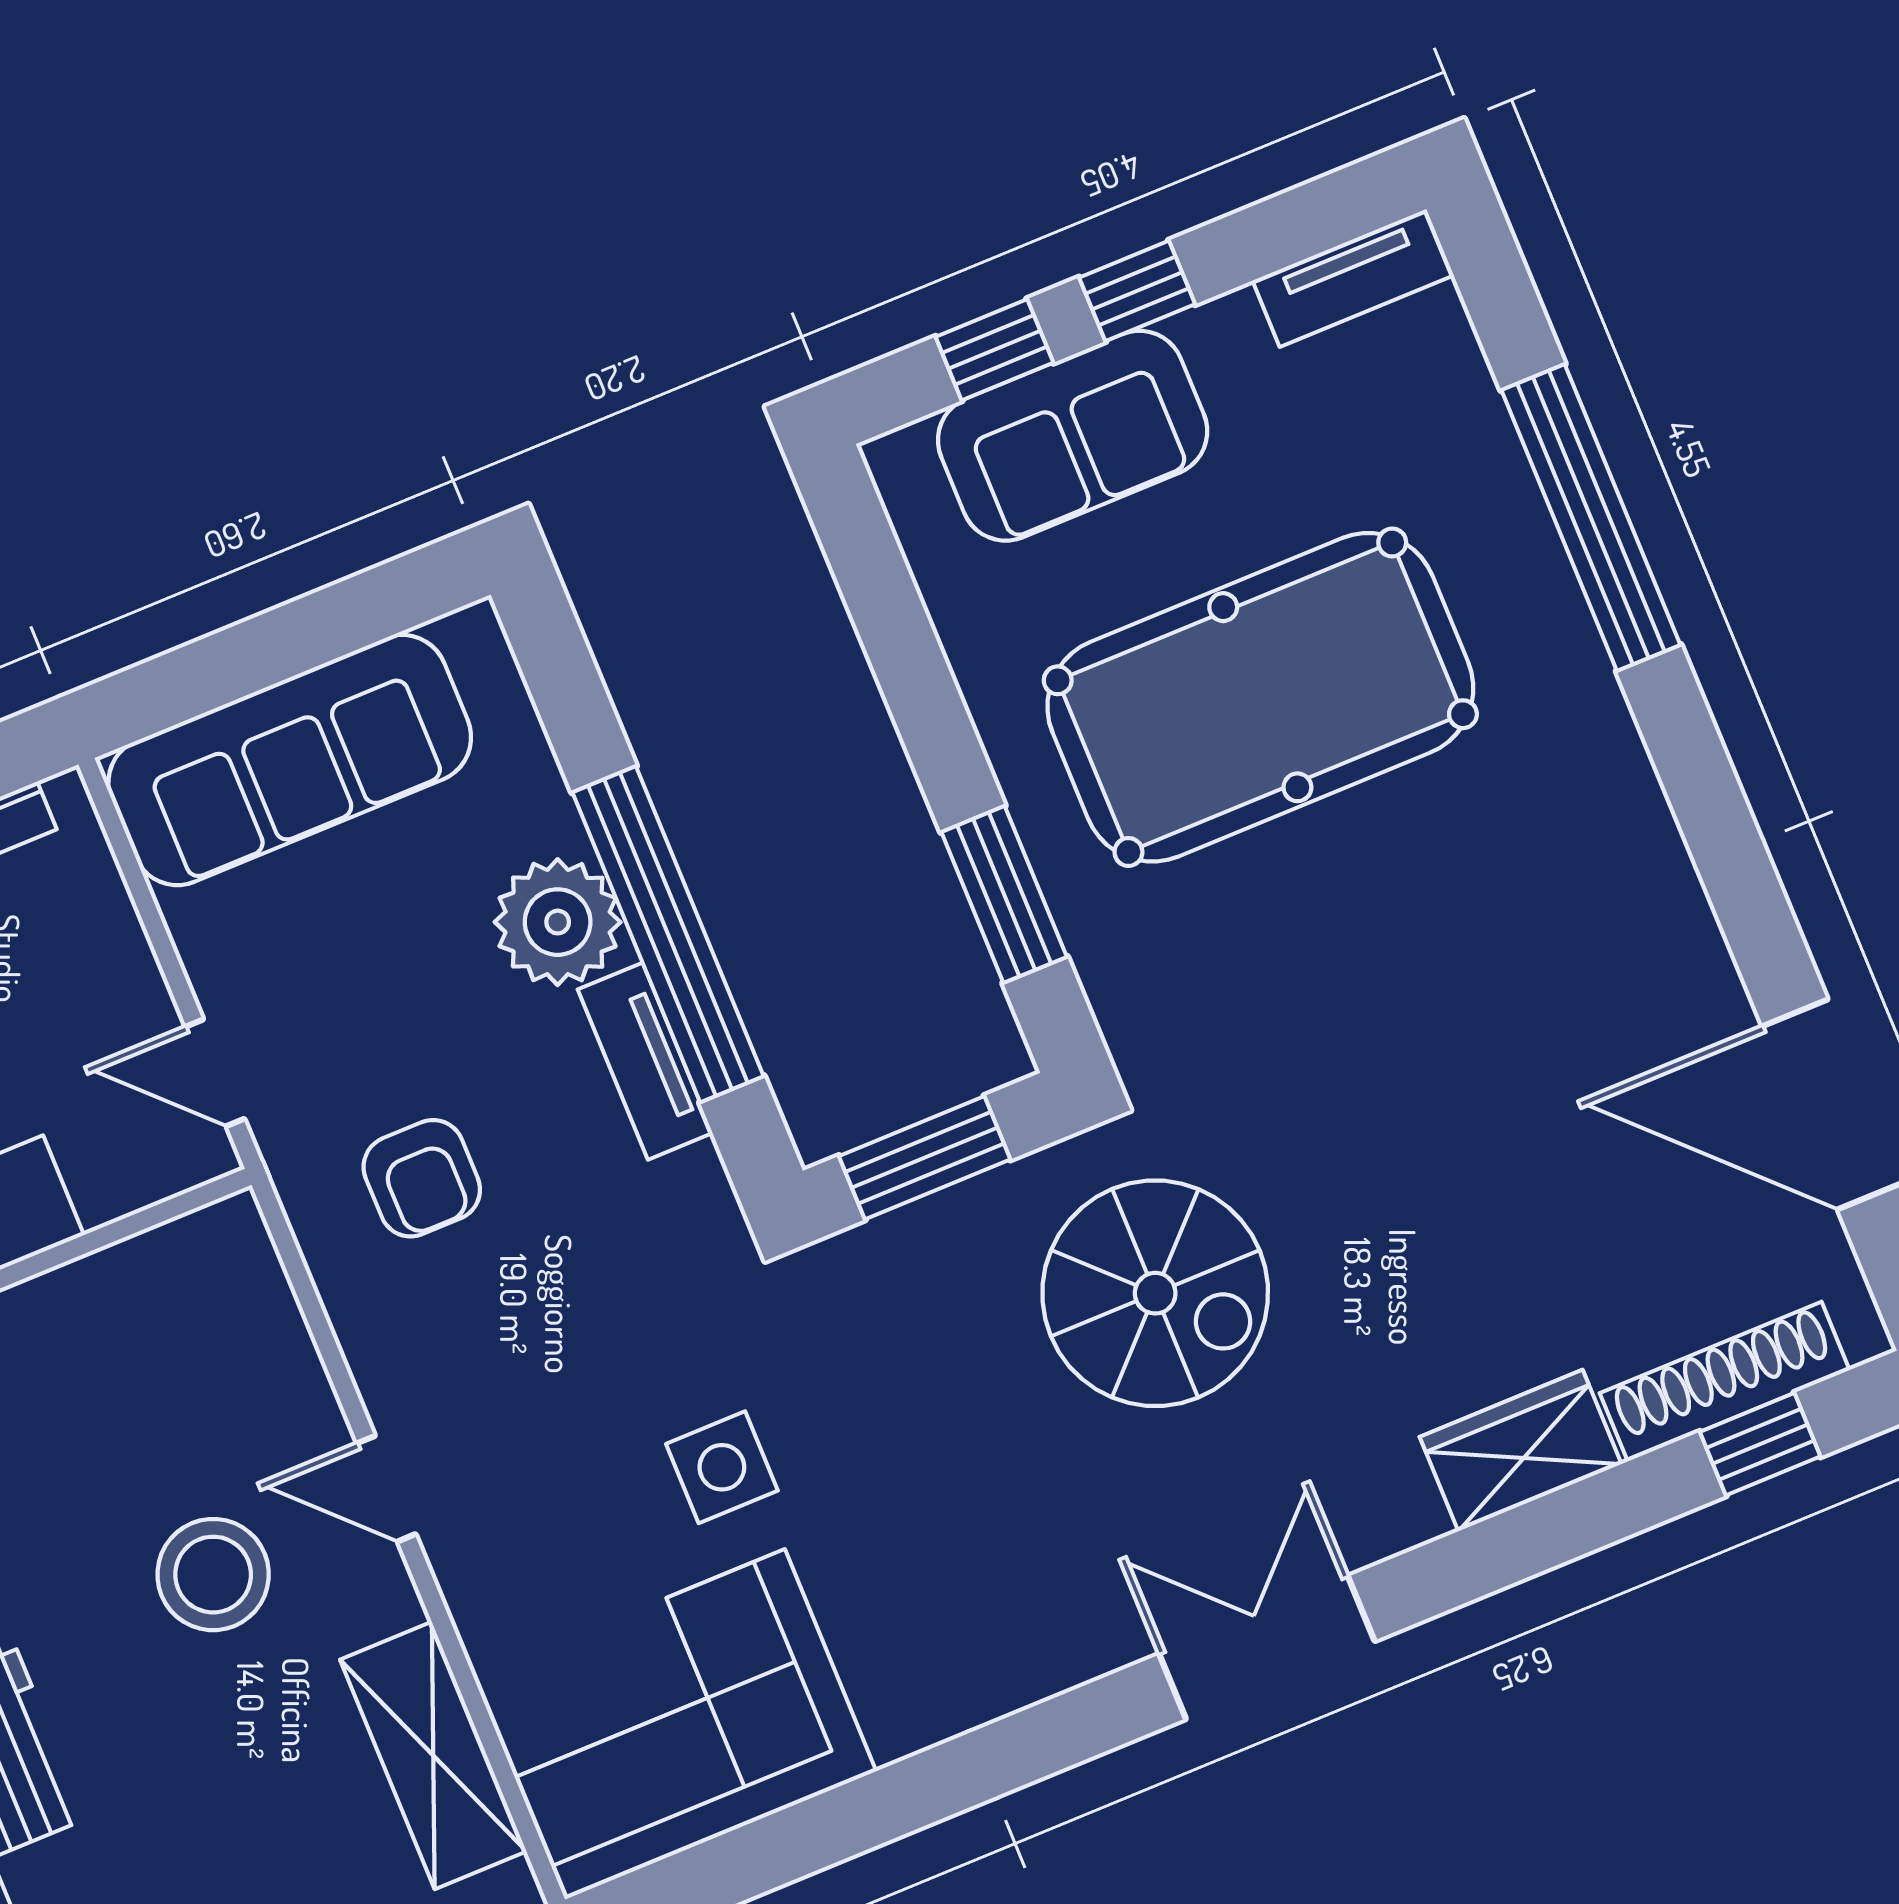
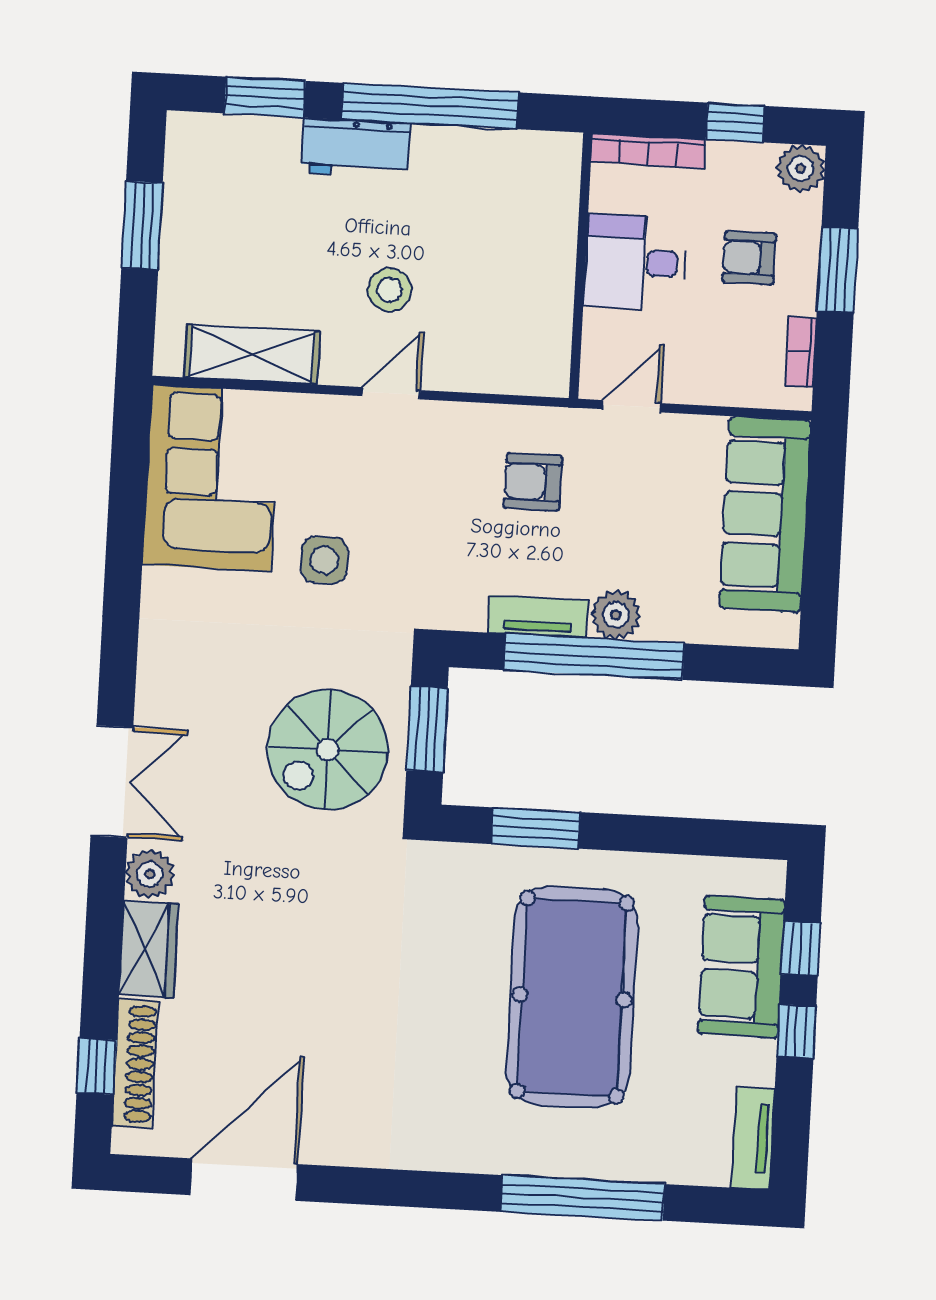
plant: (558, 922) -> (616, 615), width x0.73, depth x0.73
spiral stairs: (1155, 1293) -> (328, 749), moved
plant: (1392, 1509) -> (150, 874), added
stool: (213, 1575) -> (390, 290), width x0.73, depth x0.73

